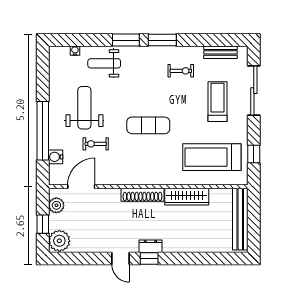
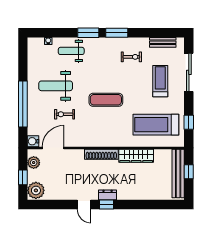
weight bench: (84, 108) -> (56, 86), turned -90
water cooler: (56, 157) -> (33, 141), moved
window: (254, 217) -> (189, 172), added

